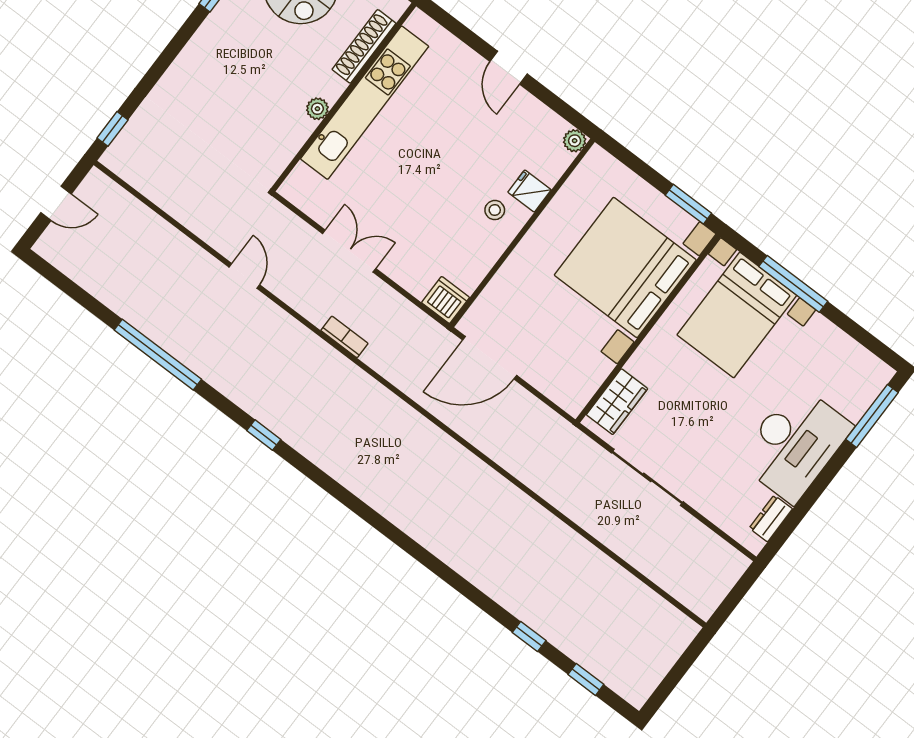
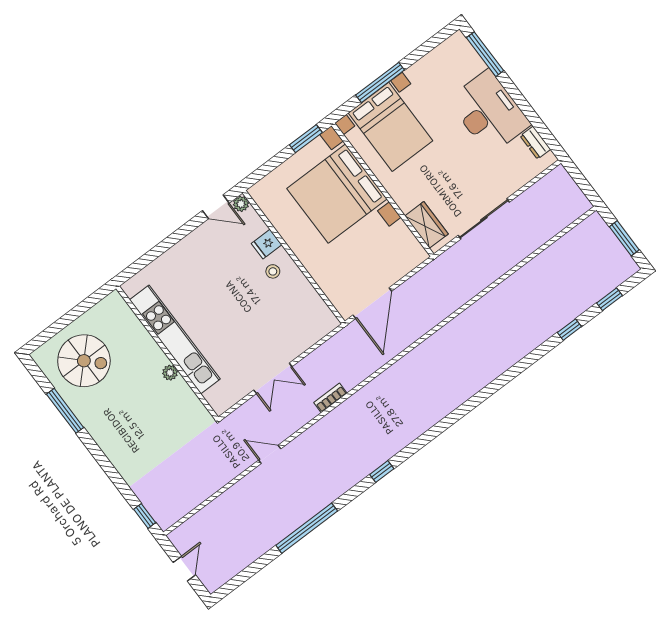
shoe rack: (364, 46) -> (137, 329), removed
door: (509, 68) -> (216, 207), moved
double door: (349, 251) -> (273, 378), swing flipped
dishwasher: (446, 300) -> (325, 322), removed
window: (675, 676) -> (624, 238), added

